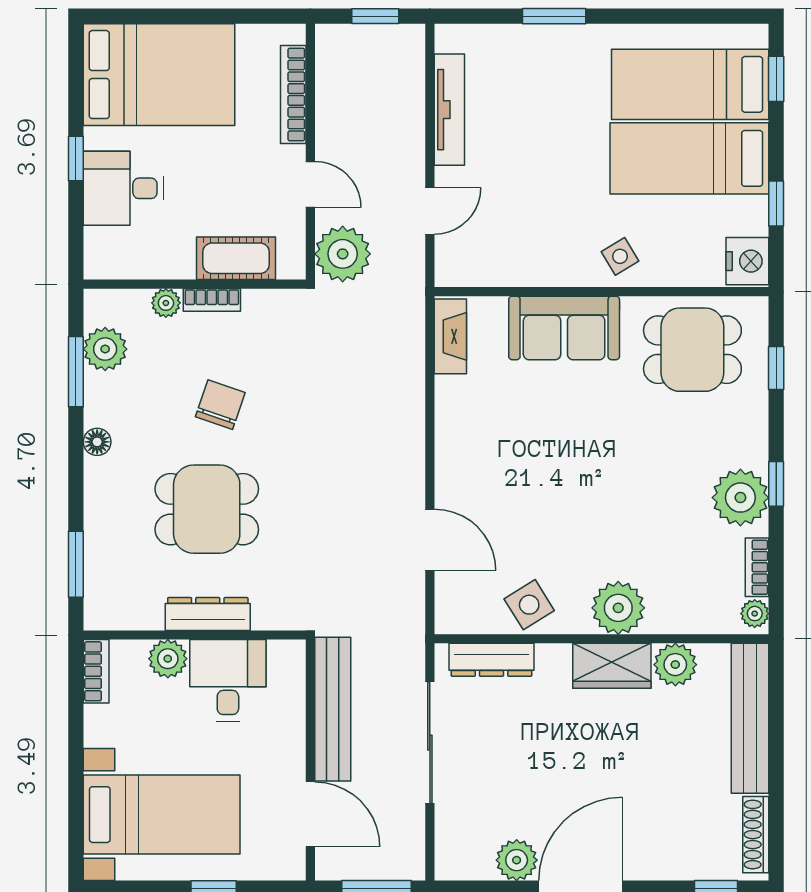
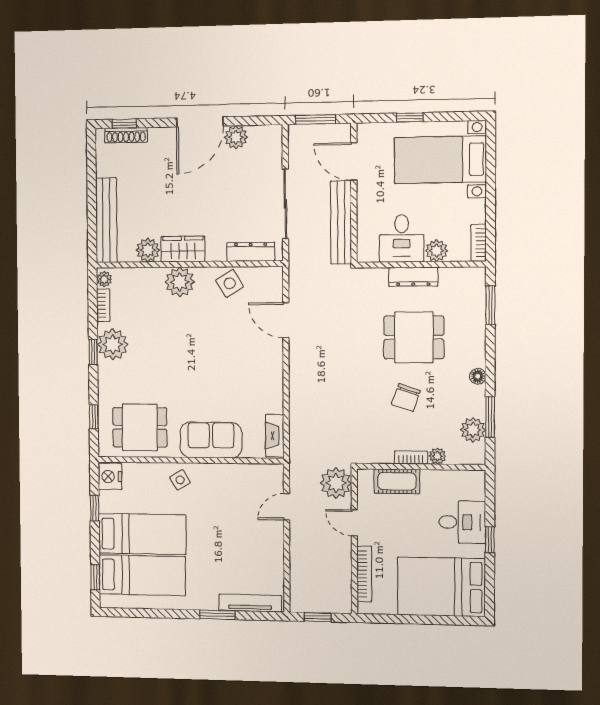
tv unit: (449, 110) -> (250, 603), moved, turned 90
shoe rack: (756, 835) -> (126, 135), moved, turned 90

